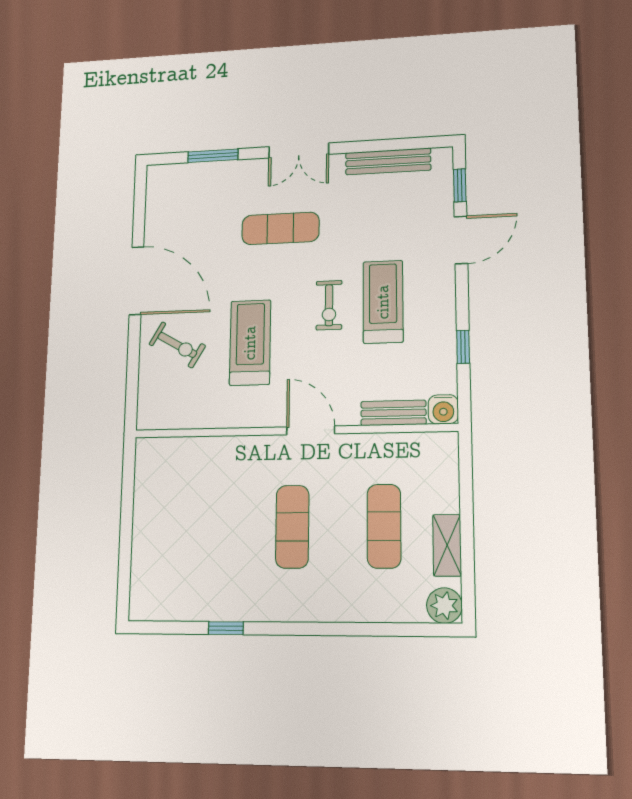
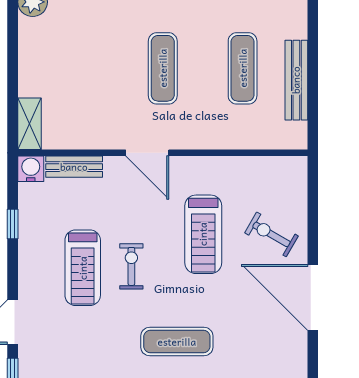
bench: (144, 514) -> (296, 80), added
exercise mat: (384, 526) -> (243, 68), moved
shelving: (447, 545) -> (30, 124), moved

